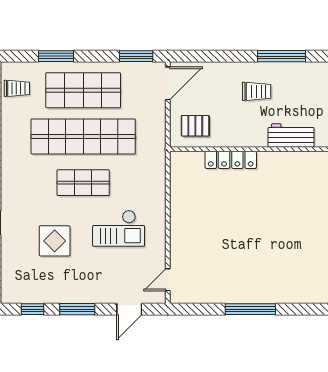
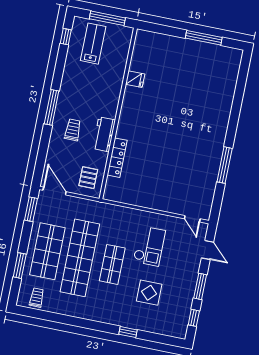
workbench: (291, 135) -> (104, 134), moved

